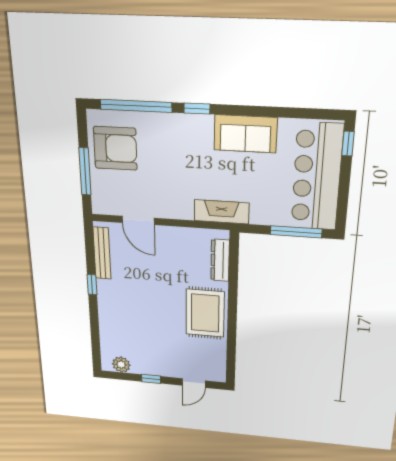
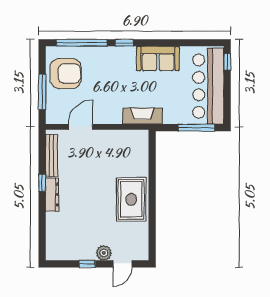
door: (138, 220) -> (81, 127), swing flipped
dresser: (220, 260) -> (52, 195), moved, turned 180
plant: (121, 365) -> (104, 253), moved

